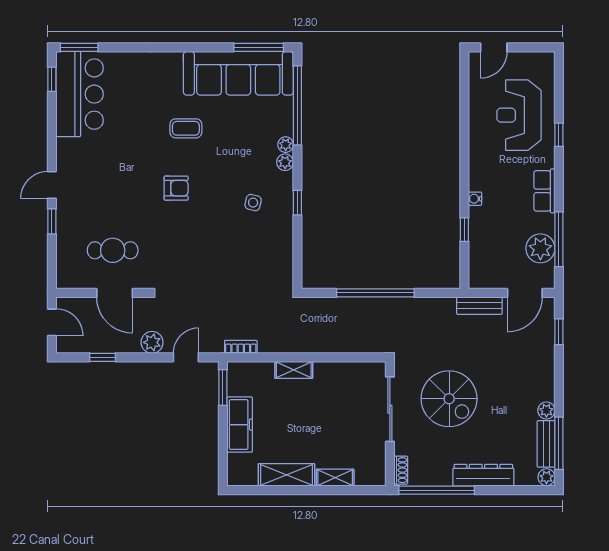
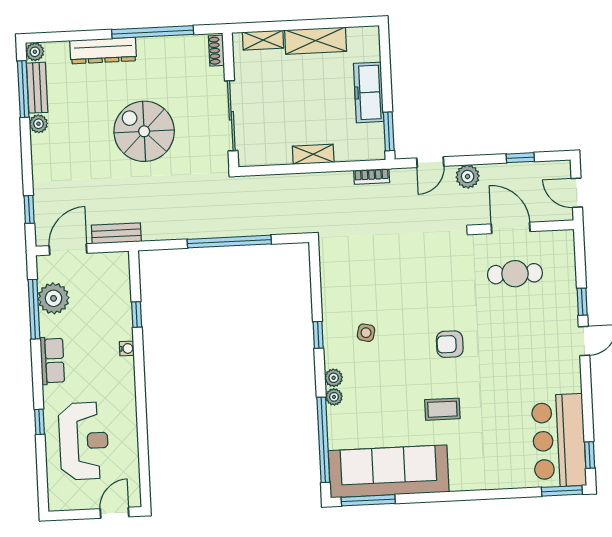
sliding door: (390, 409) -> (231, 116), moved
wall: (390, 424) -> (231, 100), moved
shoe rack: (401, 470) -> (216, 51), moved

